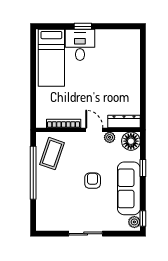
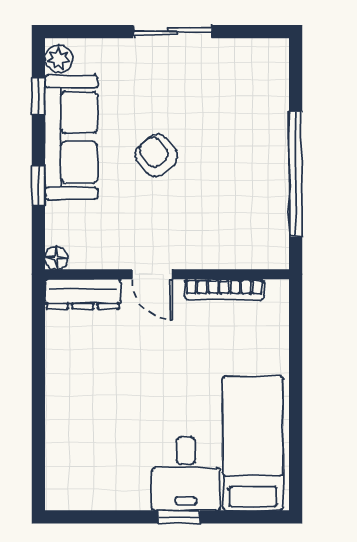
plant: (110, 137) -> (117, 257), removed
floor lamp: (131, 141) -> (56, 258), width x0.53, depth x0.53
coffee table: (52, 154) -> (251, 219), removed
armchair: (93, 181) -> (156, 155), turned 141
window: (143, 218) -> (38, 96), moved

